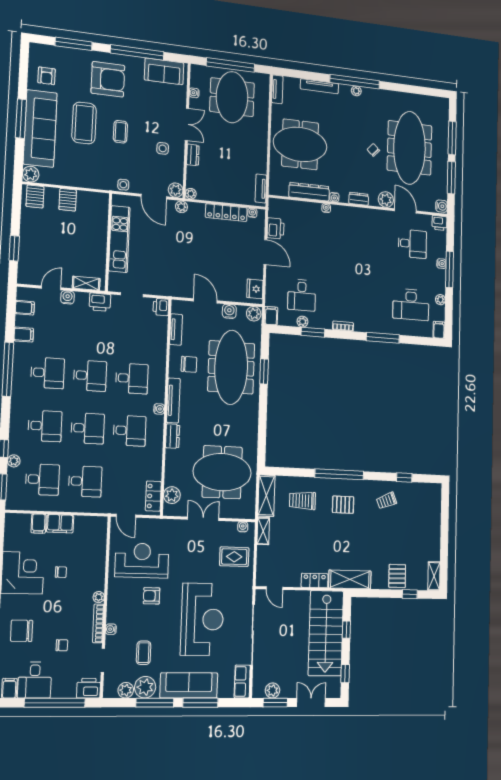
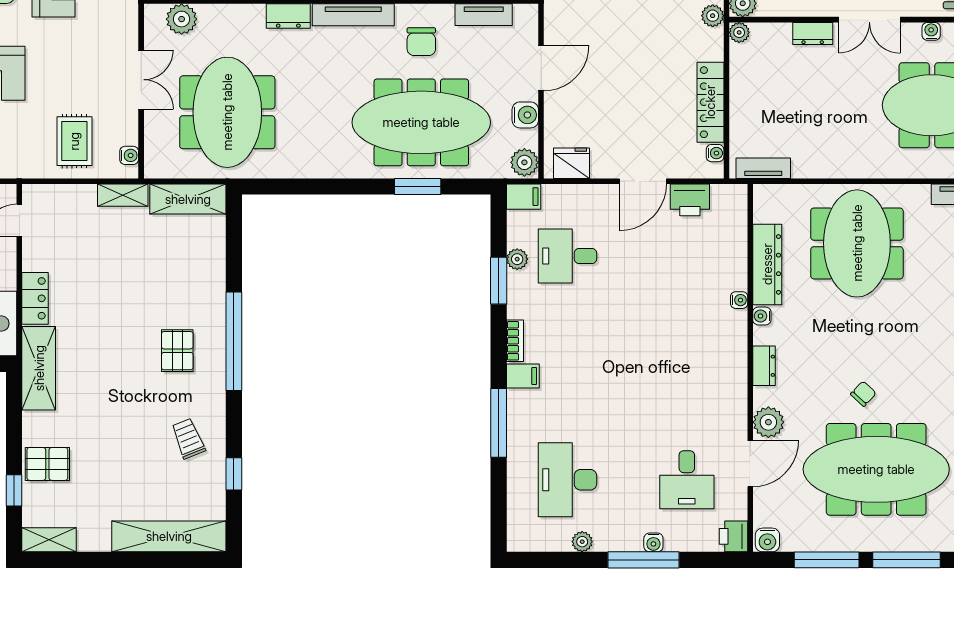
filing cabinet: (439, 330) -> (523, 376), moved
trolley: (302, 501) -> (182, 270), removed
shelving: (434, 513) -> (169, 536), added

